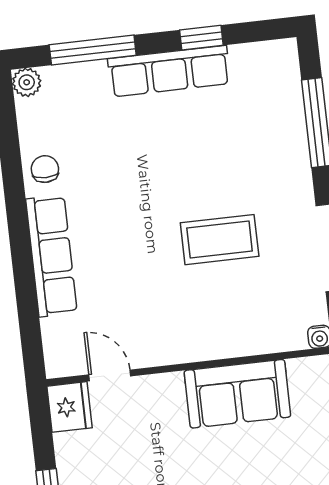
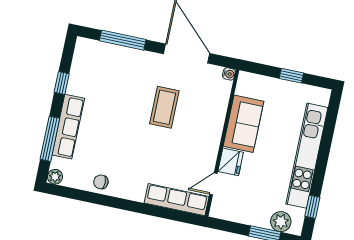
row of seats: (169, 71) -> (68, 127), moved
row of seats: (51, 256) -> (177, 200), moved
fridge: (69, 407) -> (231, 162), moved, turned 90

